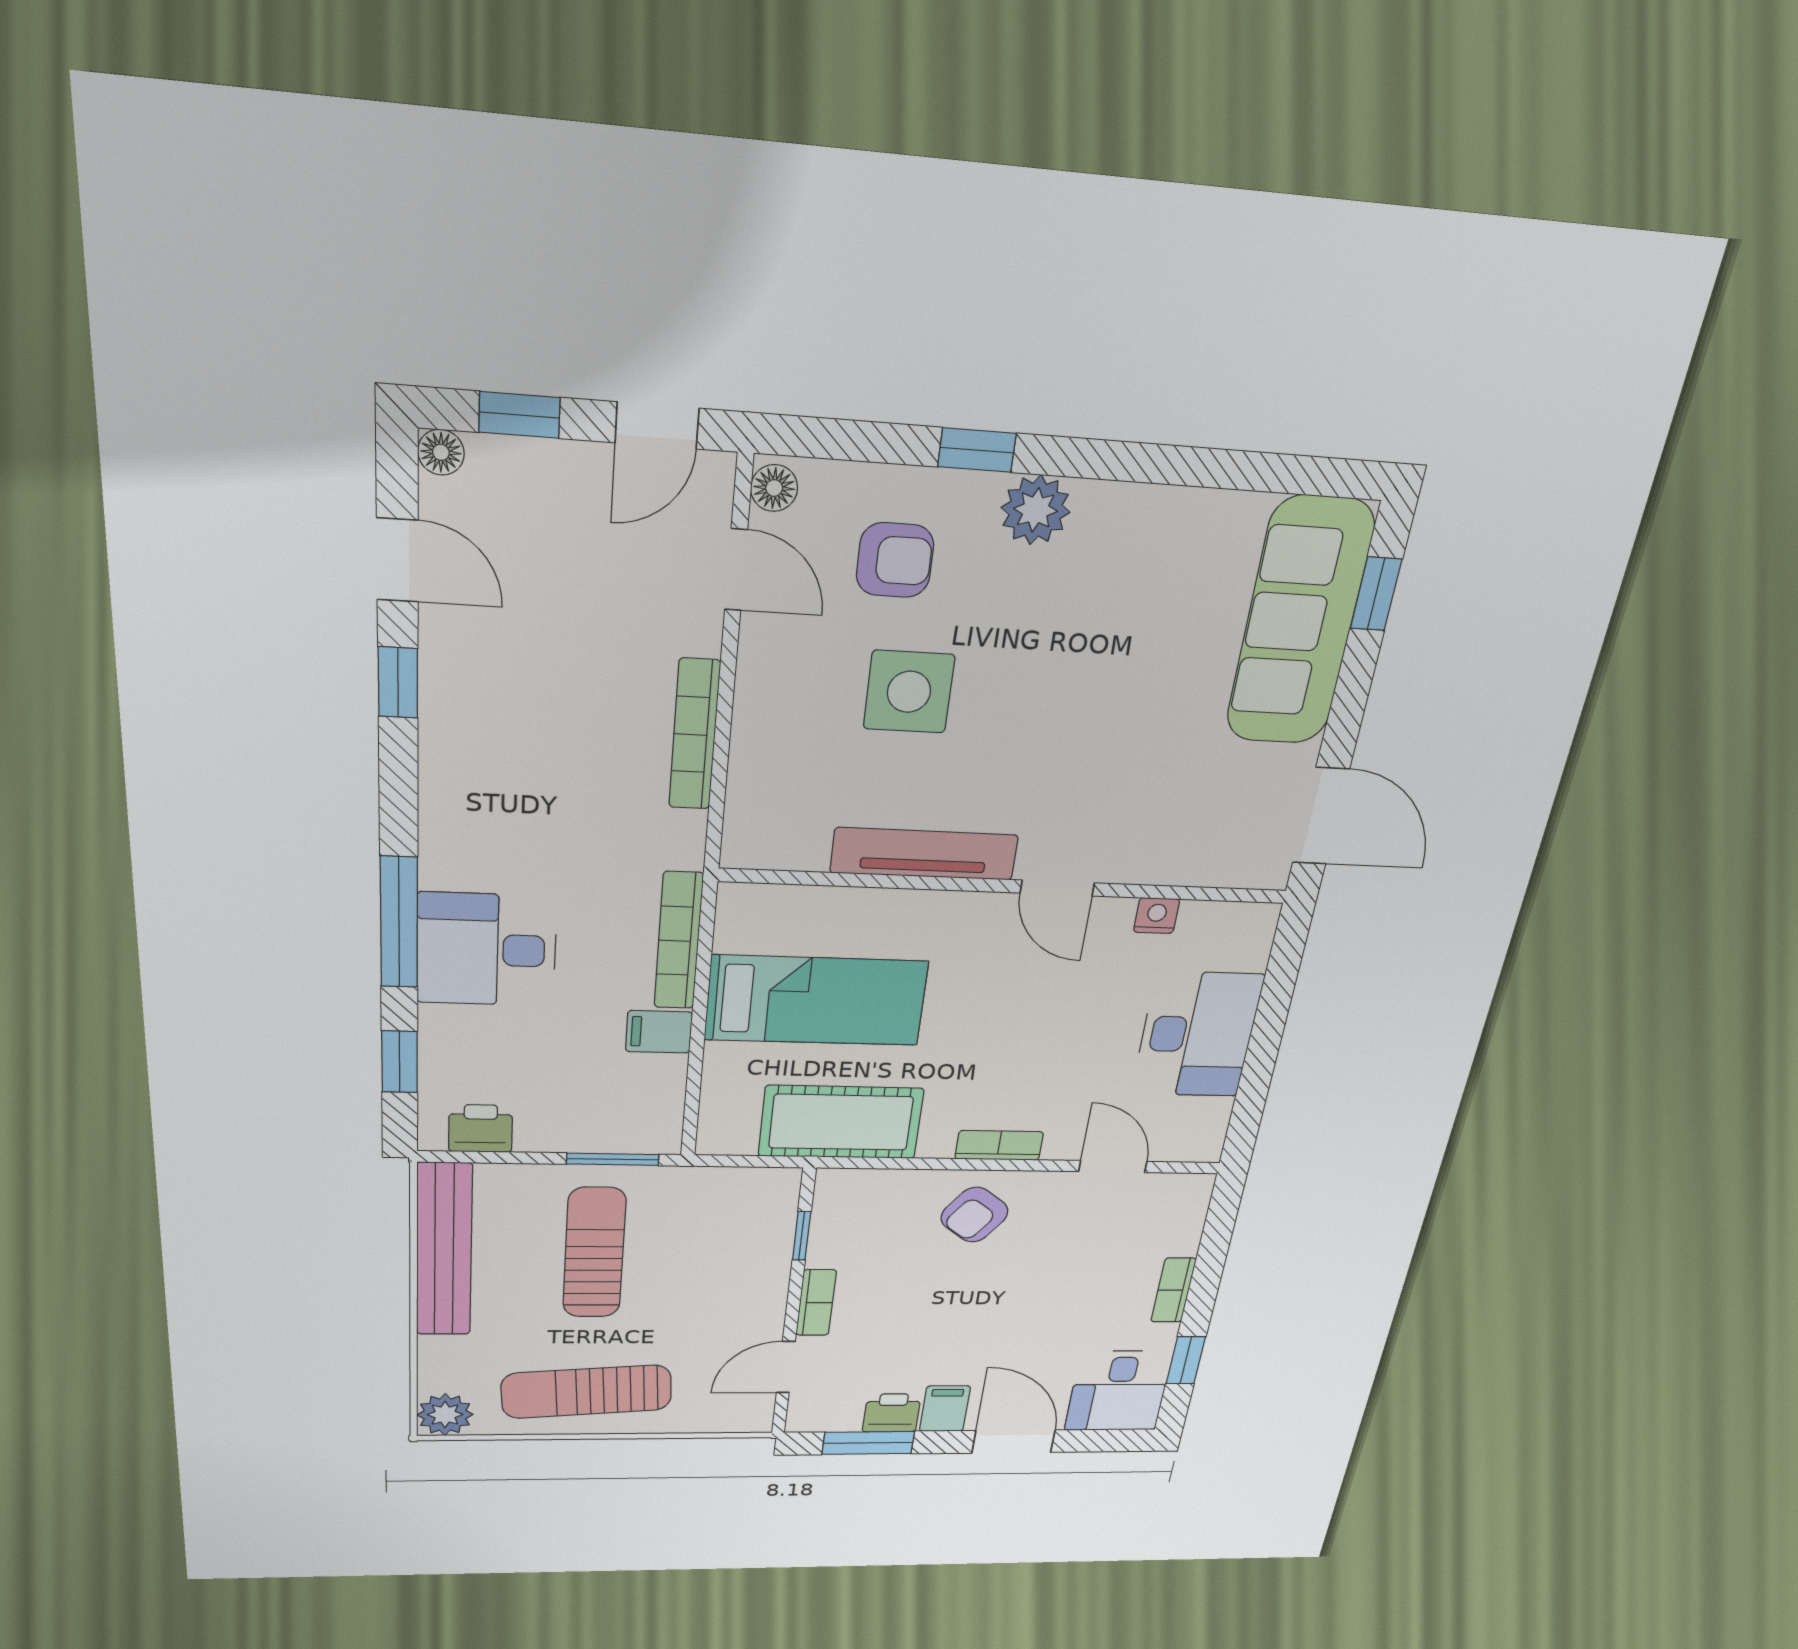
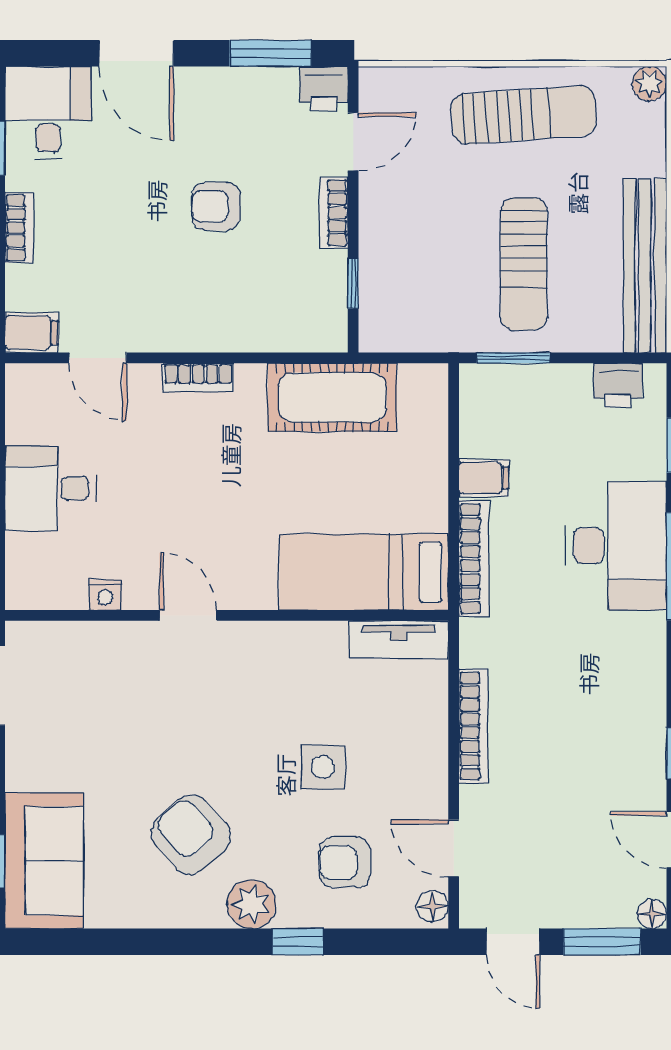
window: (519, 415) -> (602, 942), width x1.50
door: (657, 426) -> (513, 942), swing flipped
armchair: (1103, 613) -> (191, 835), added
sofa: (1300, 622) -> (44, 861), width x0.73
side table: (909, 692) -> (323, 767), width x0.73, depth x0.73
tv unit: (924, 854) -> (399, 640), moved, width x0.71
desk: (487, 950) -> (616, 546), width x1.37
bed: (816, 1001) -> (364, 572), moved
desk: (1197, 1035) -> (50, 488), width x0.73
armchair: (975, 1215) -> (216, 206), moved, turned -127
filing cabinet: (945, 1409) -> (32, 333), moved, turned -90
printer: (892, 1413) -> (324, 88), moved
plant: (445, 1415) -> (649, 84), width x0.73, depth x0.73

